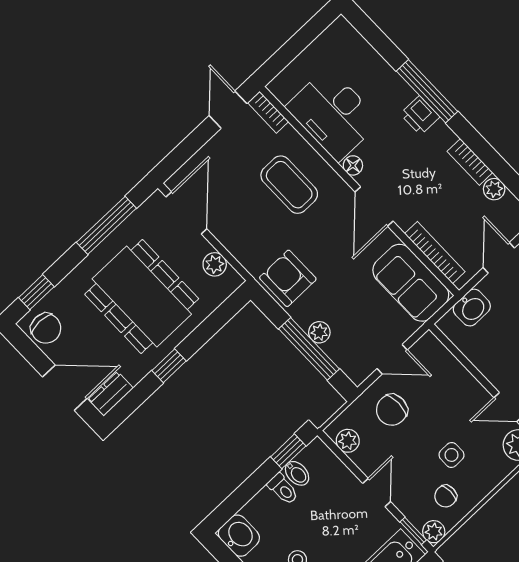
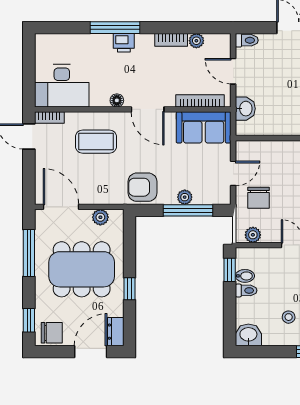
desk: (333, 114) -> (62, 86), moved

